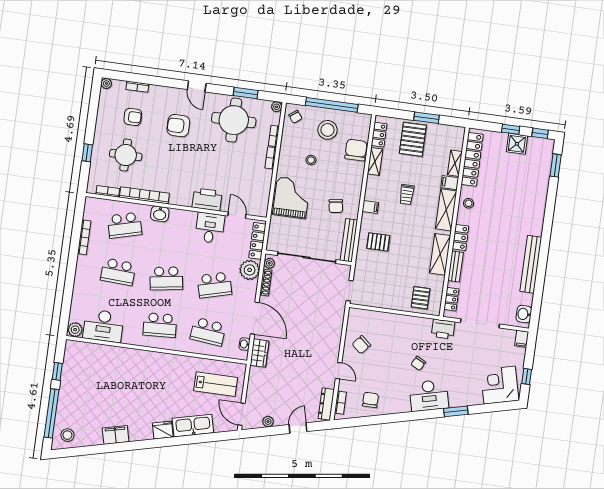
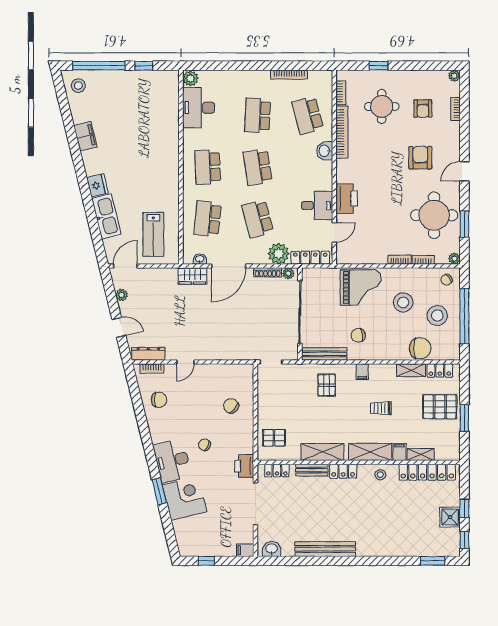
stool: (311, 160) -> (403, 302), width x1.89, depth x1.89
chair: (361, 345) -> (231, 406), moved
corner desk: (500, 385) -> (185, 498), moved

